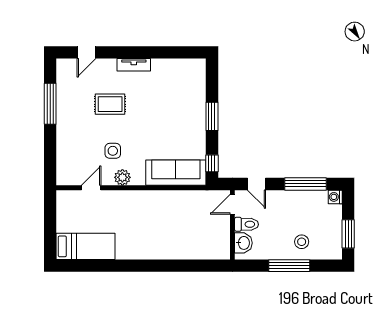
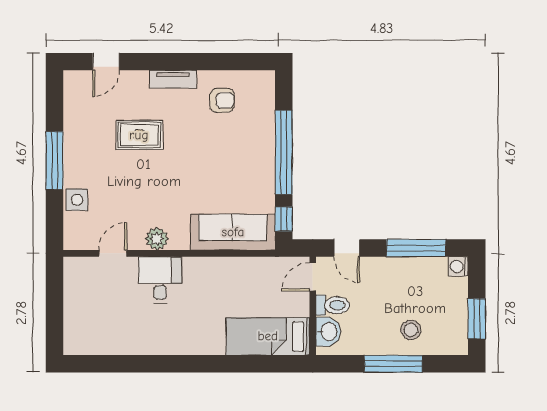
armchair: (168, 80) -> (222, 100), added
window: (50, 104) -> (54, 161), moved
window: (212, 116) -> (284, 152), width x2.11
side table: (113, 151) -> (77, 200), moved
desk: (125, 206) -> (160, 280), added
bed: (86, 246) -> (268, 336), moved, turned 180

